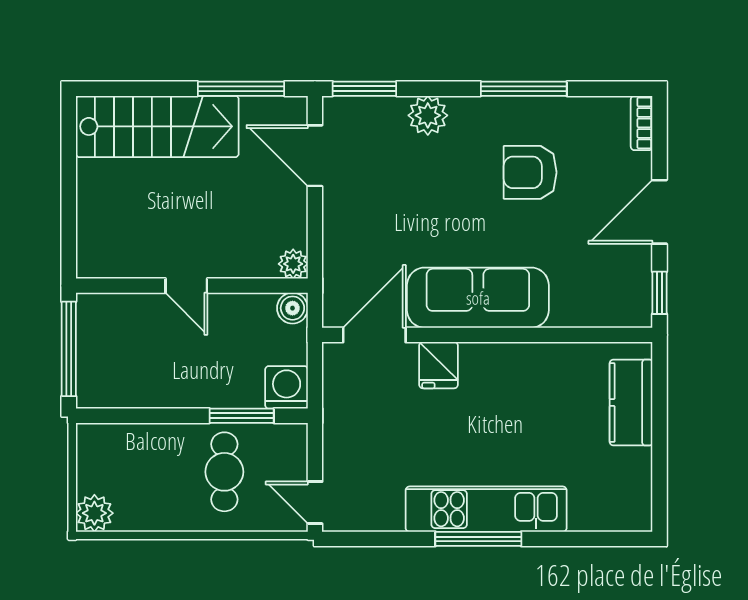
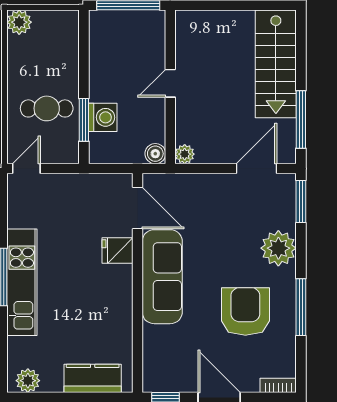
plant: (428, 115) -> (278, 248), width x1.36, depth x1.36
armchair: (530, 172) -> (245, 311), width x1.36, depth x1.36
washing machine: (287, 387) -> (103, 117), moved
plant: (634, 500) -> (28, 381), added

